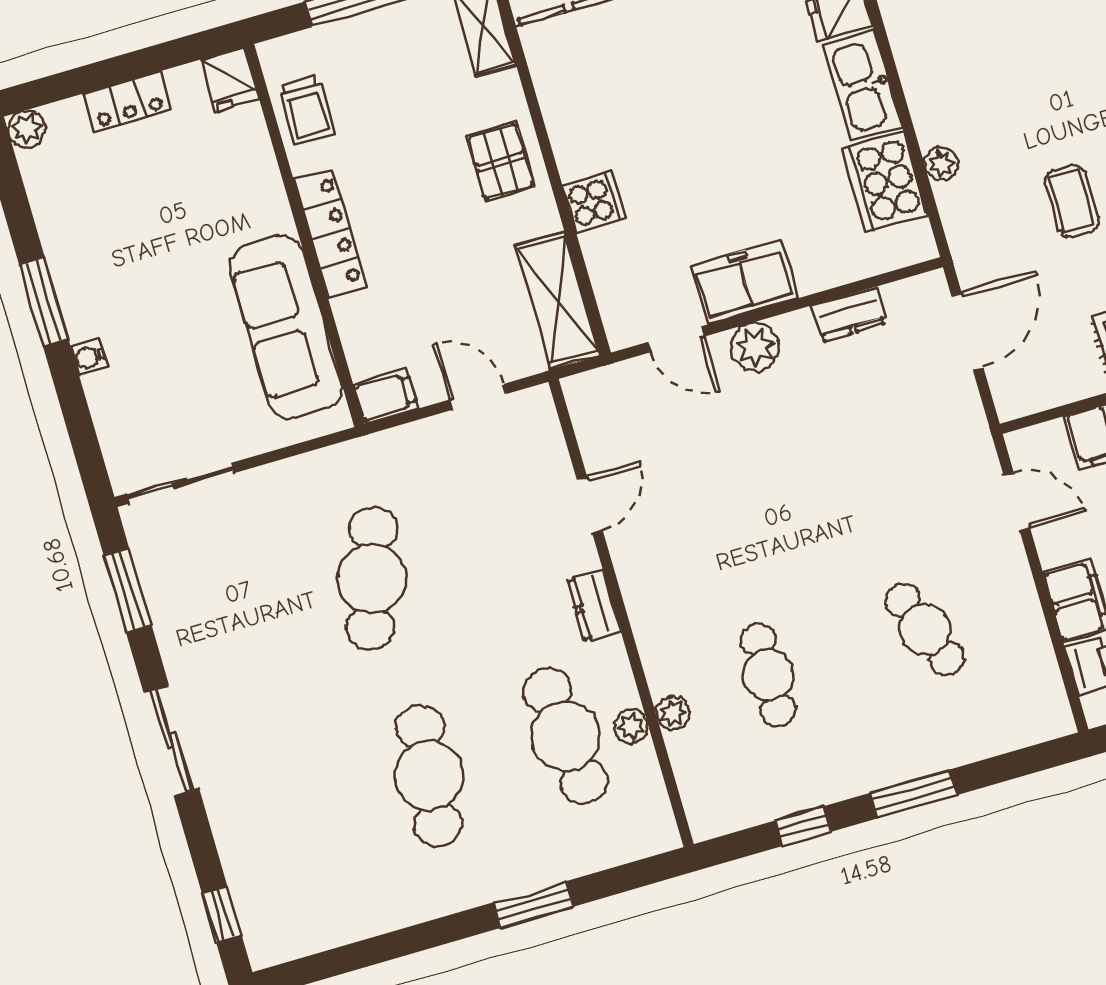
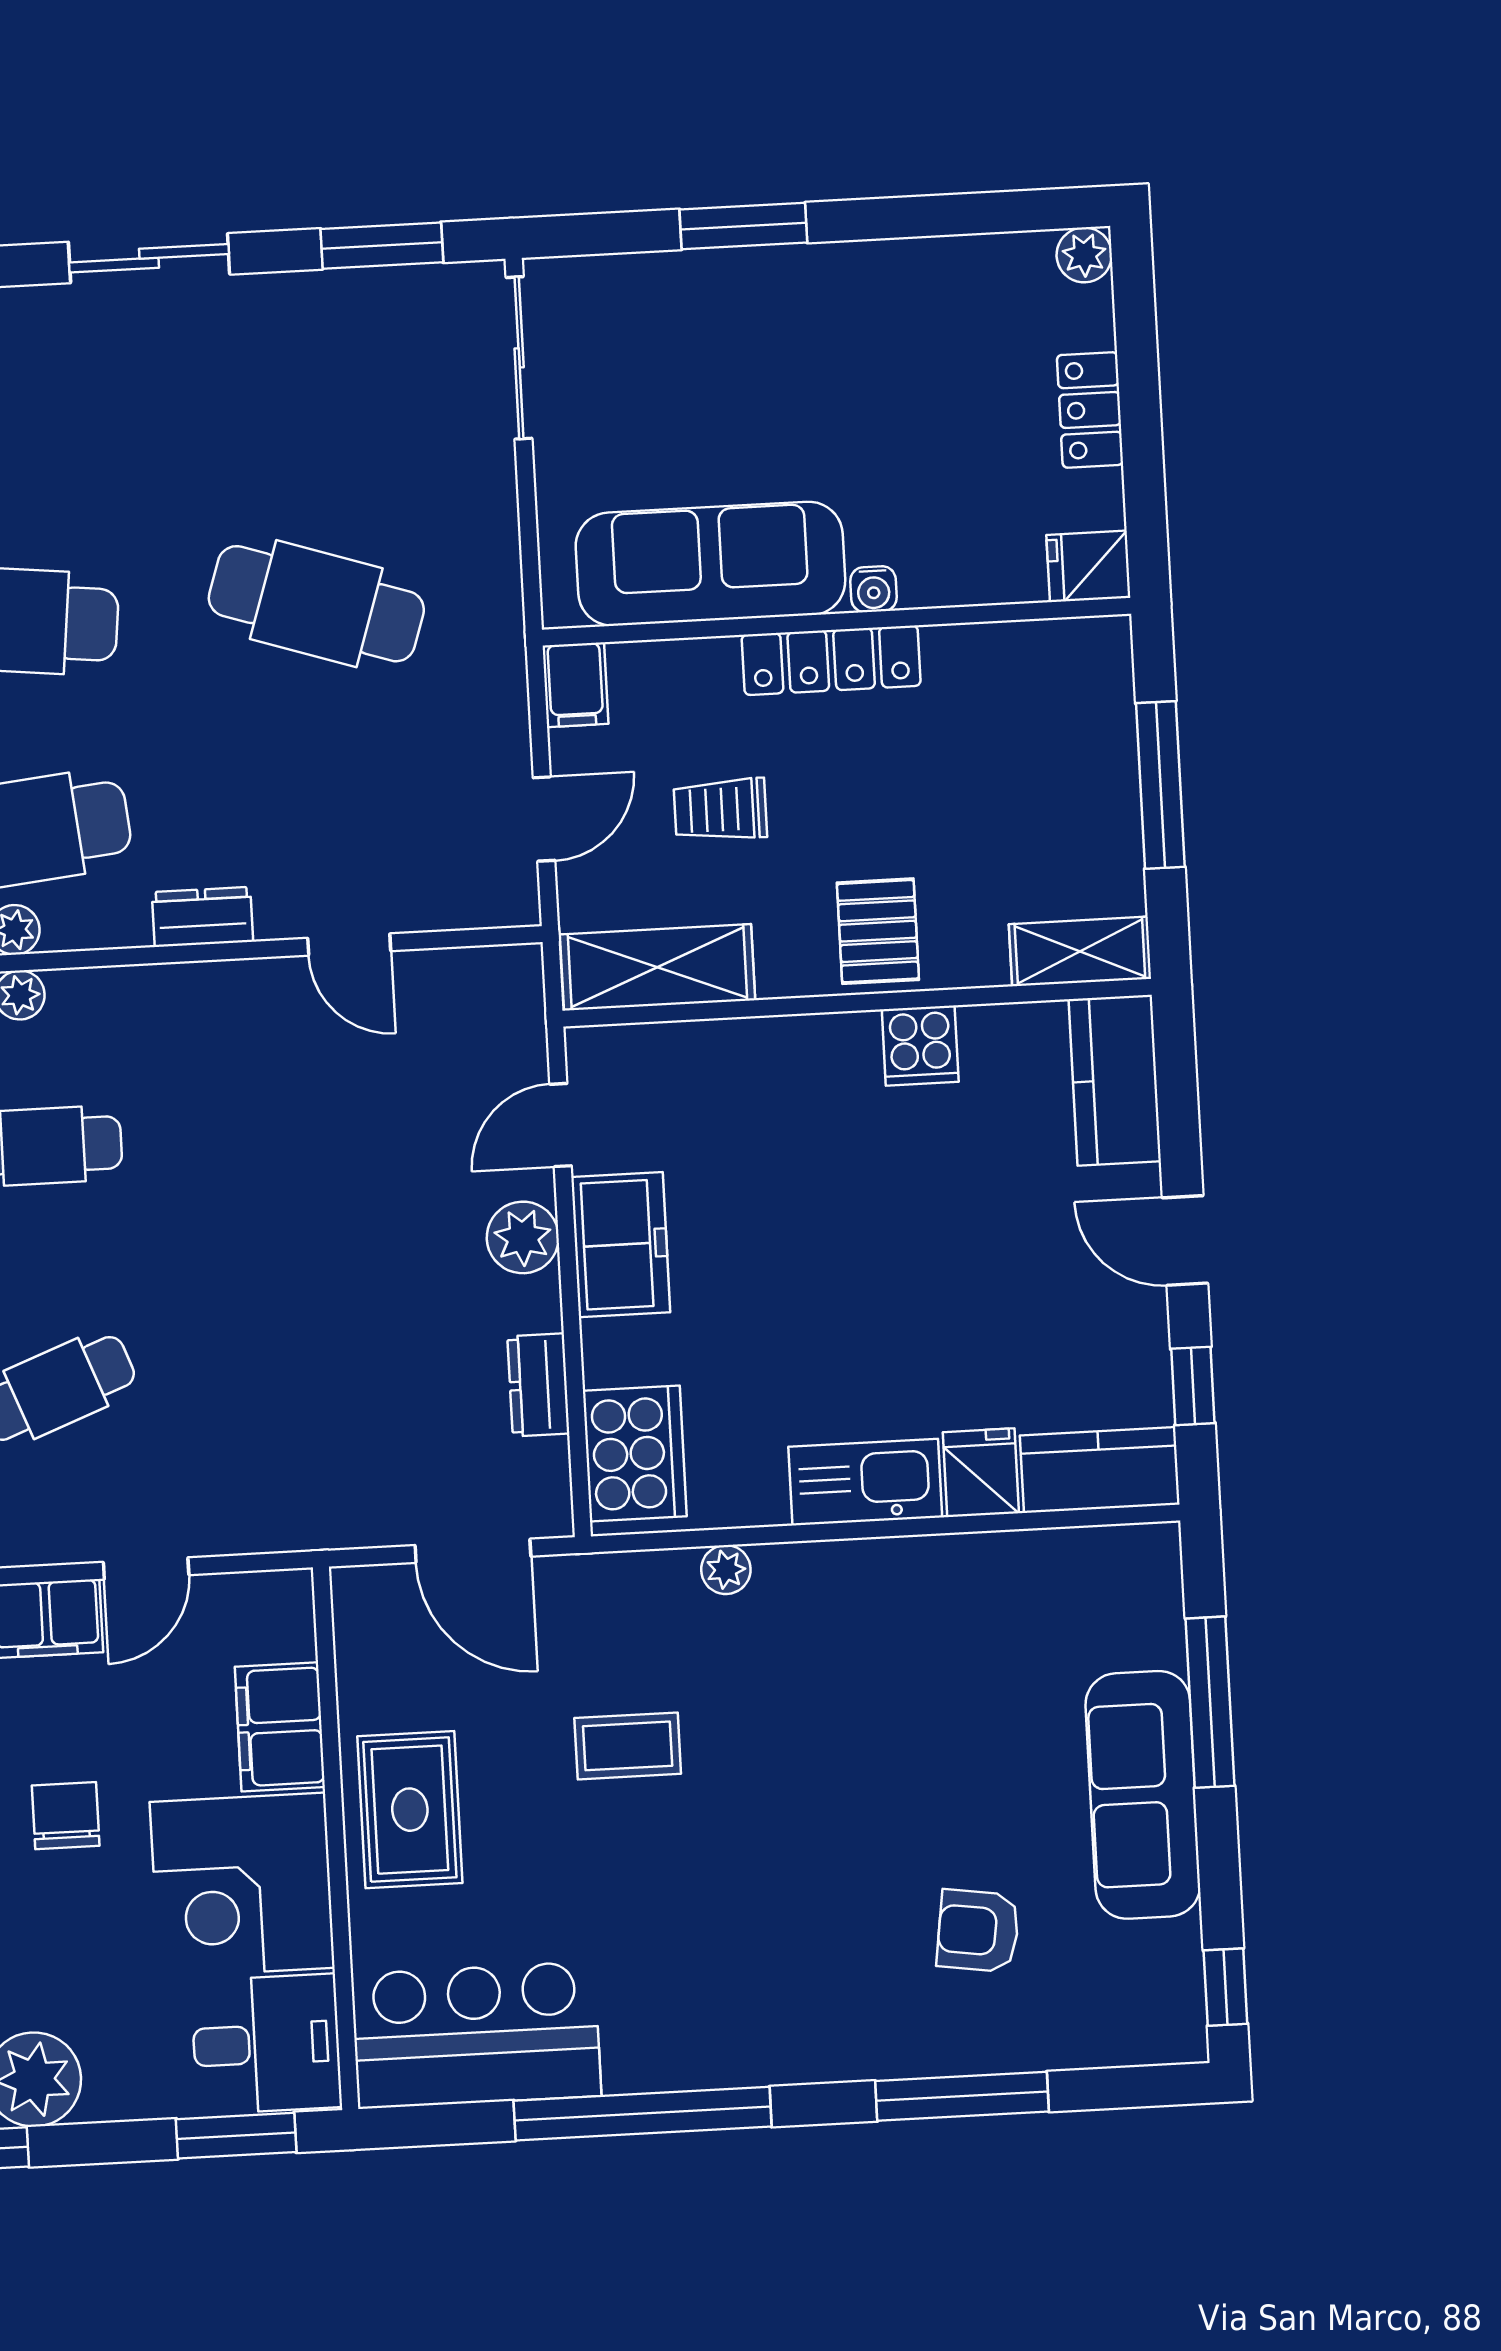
trolley: (307, 110) -> (720, 810), moved
pallet: (501, 161) -> (878, 931), turned 90
cooker: (884, 181) -> (635, 1454), moved, turned 90
cooker: (594, 202) -> (920, 1046), moved
window: (44, 302) -> (743, 226), moved
water cooler: (90, 357) -> (873, 589), moved, turned 180
door: (1017, 501) -> (146, 1568), moved

